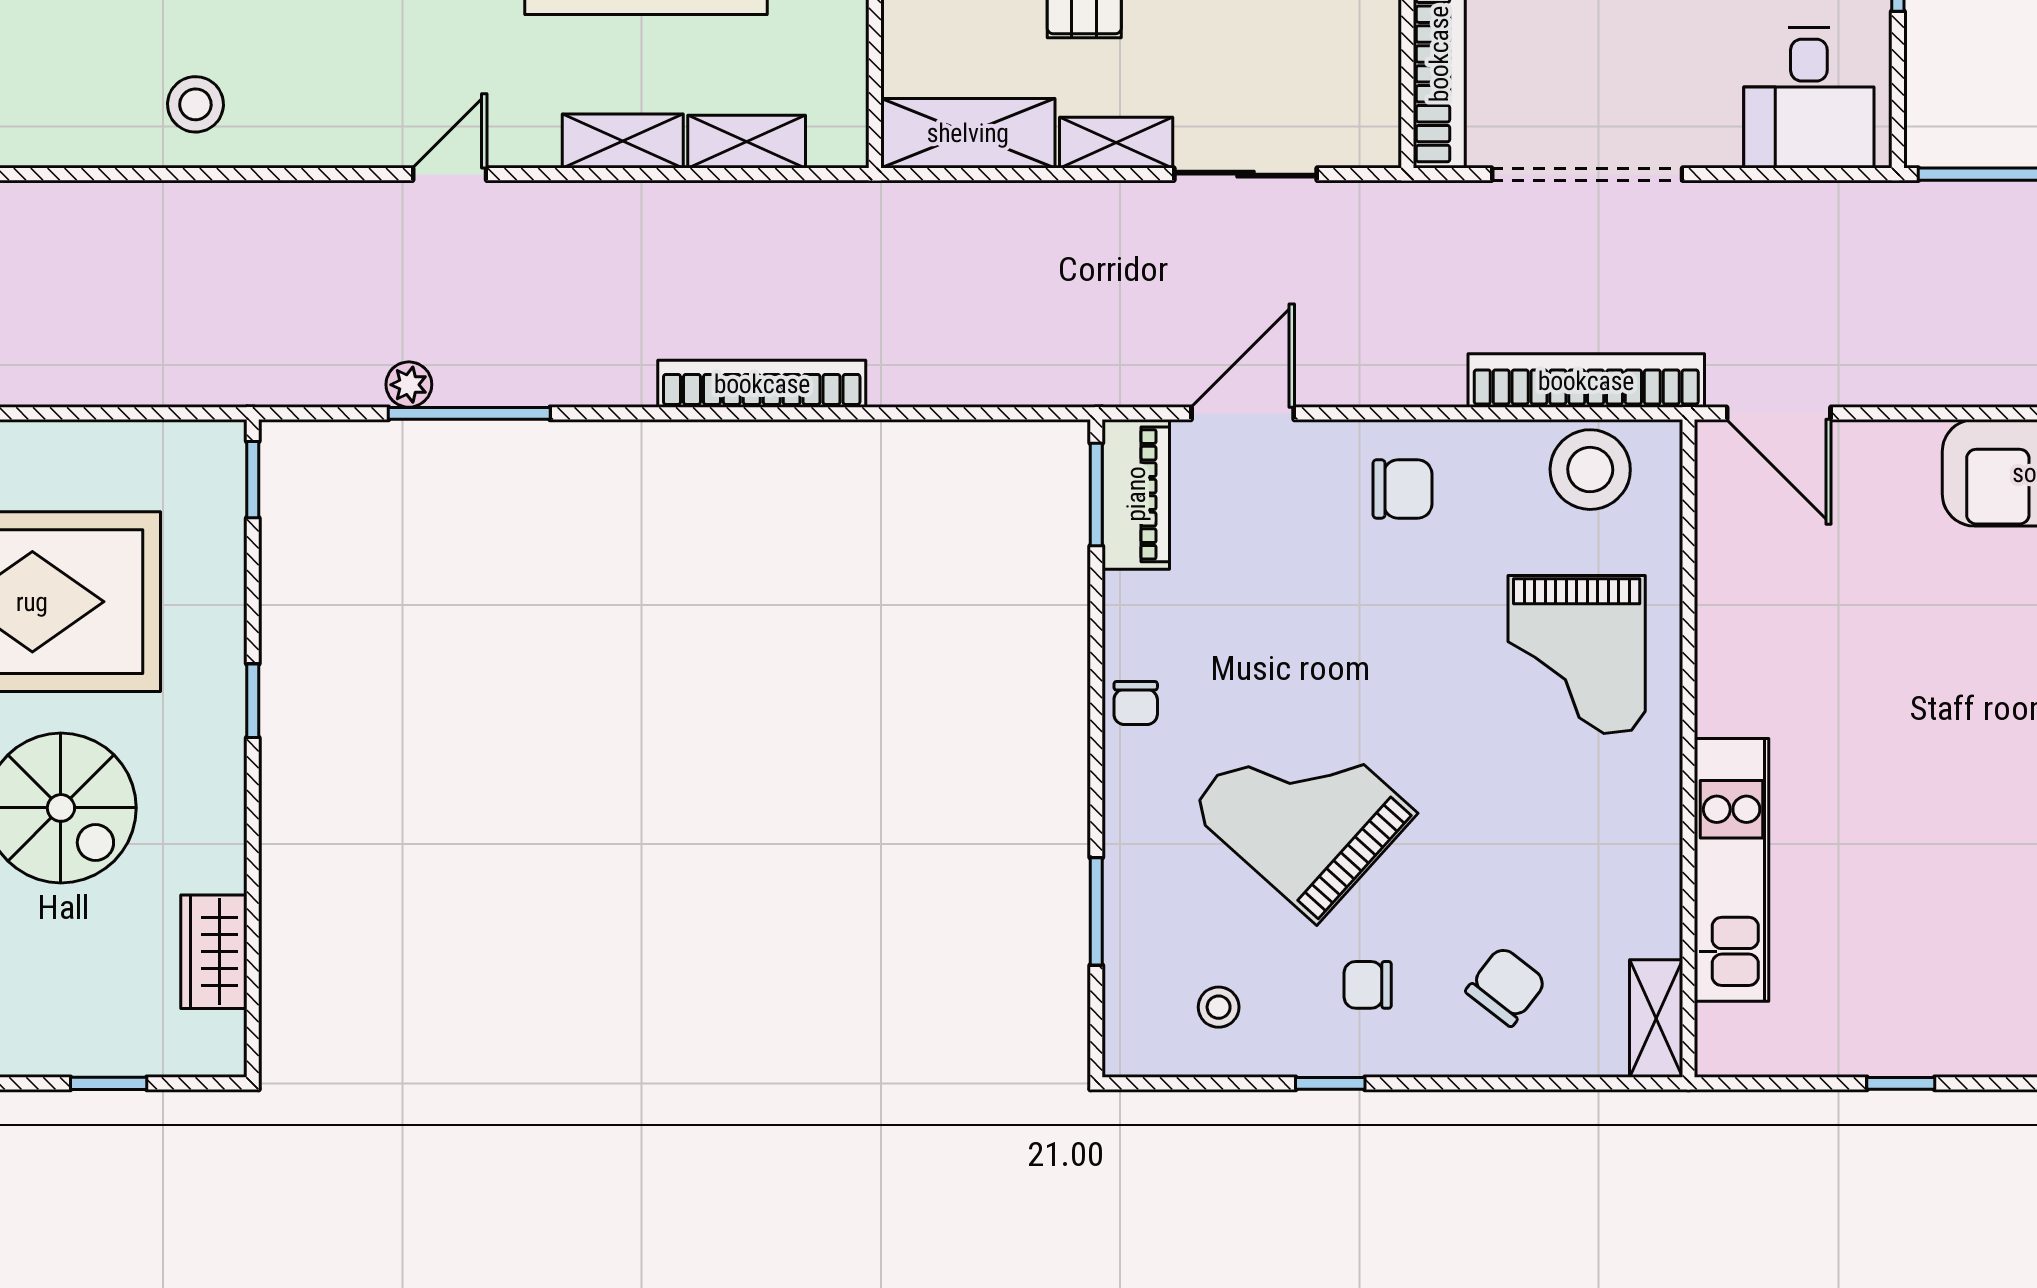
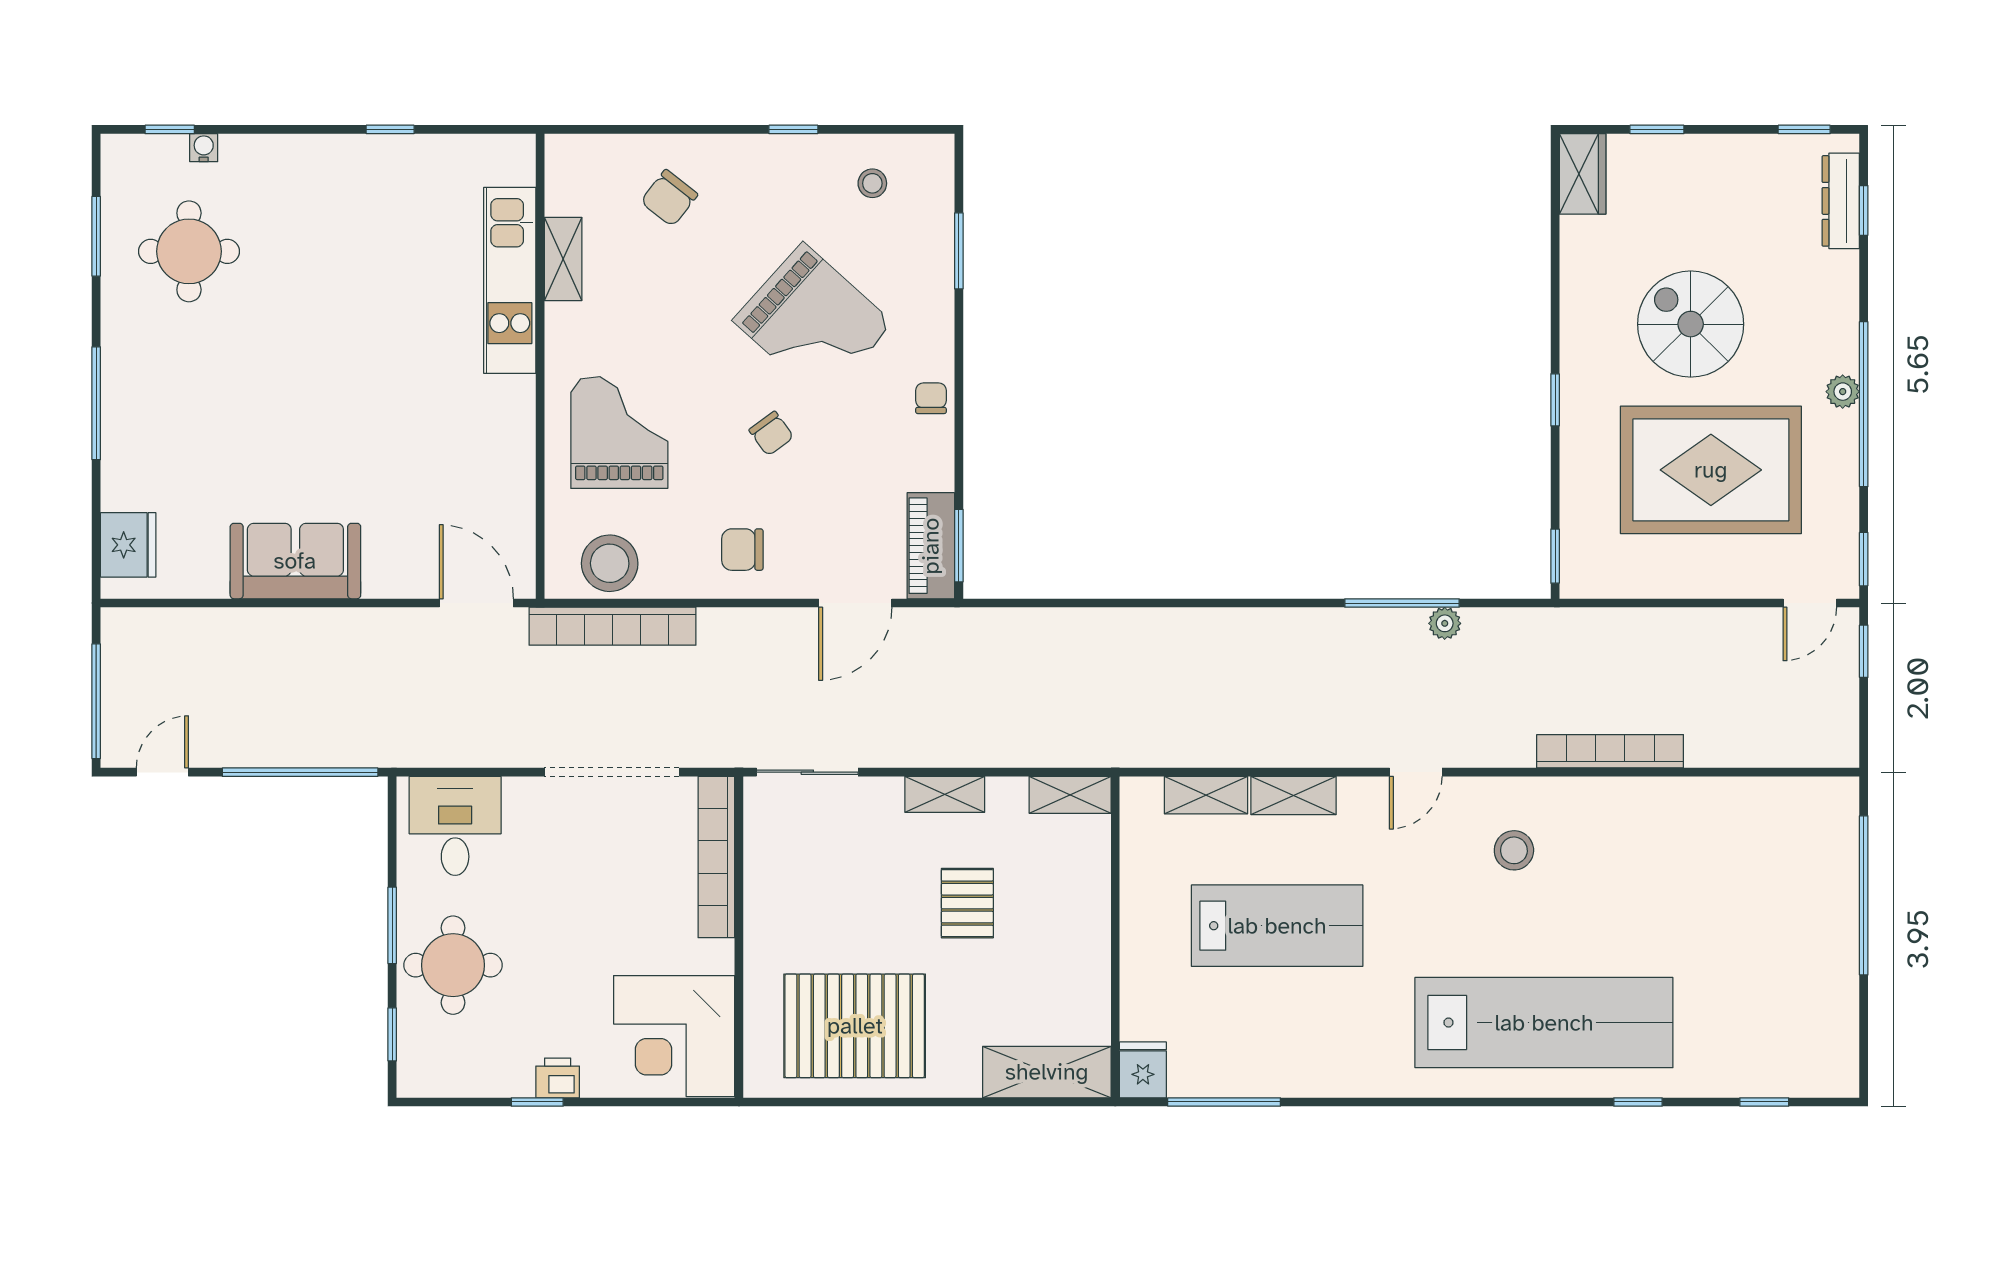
stool: (195, 104) -> (1514, 850), moved
shelving: (968, 133) -> (1070, 795), width x0.67, depth x0.75
sliding door: (1245, 174) -> (807, 772), moved
bookcase: (762, 384) -> (1610, 751), moved, turned 180
wardrobe: (214, 952) -> (1583, 174), moved
chair: (1368, 985) -> (771, 433), moved, turned 54
shelving: (1656, 1018) -> (563, 259), moved

